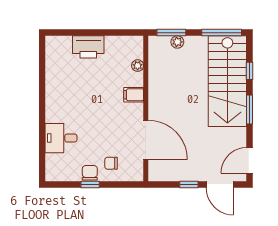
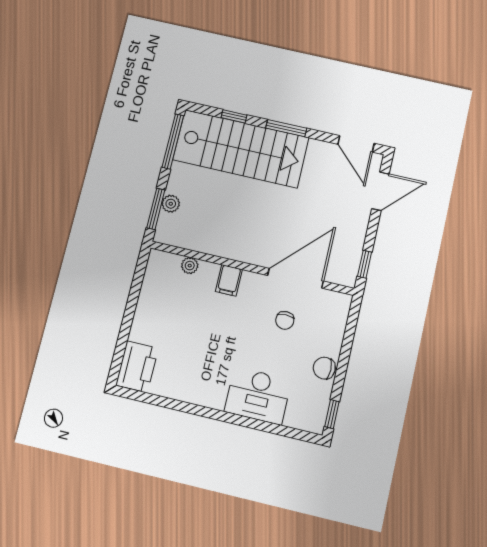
printer: (88, 47) -> (137, 367), moved
desk: (61, 138) -> (258, 396), width x1.37
chair: (111, 163) -> (285, 320), moved
window: (90, 185) -> (332, 414), moved
window: (189, 185) -> (365, 264), moved

